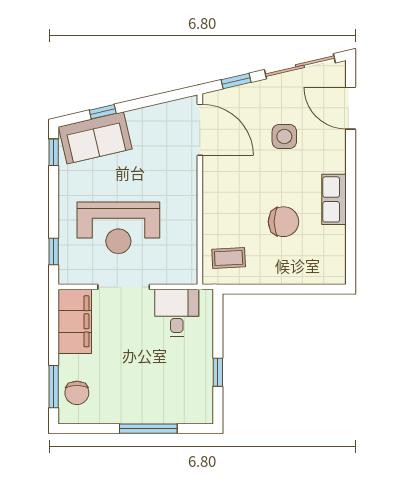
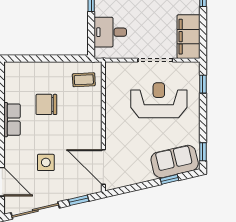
desk: (177, 313) -> (110, 32), moved, turned 90

